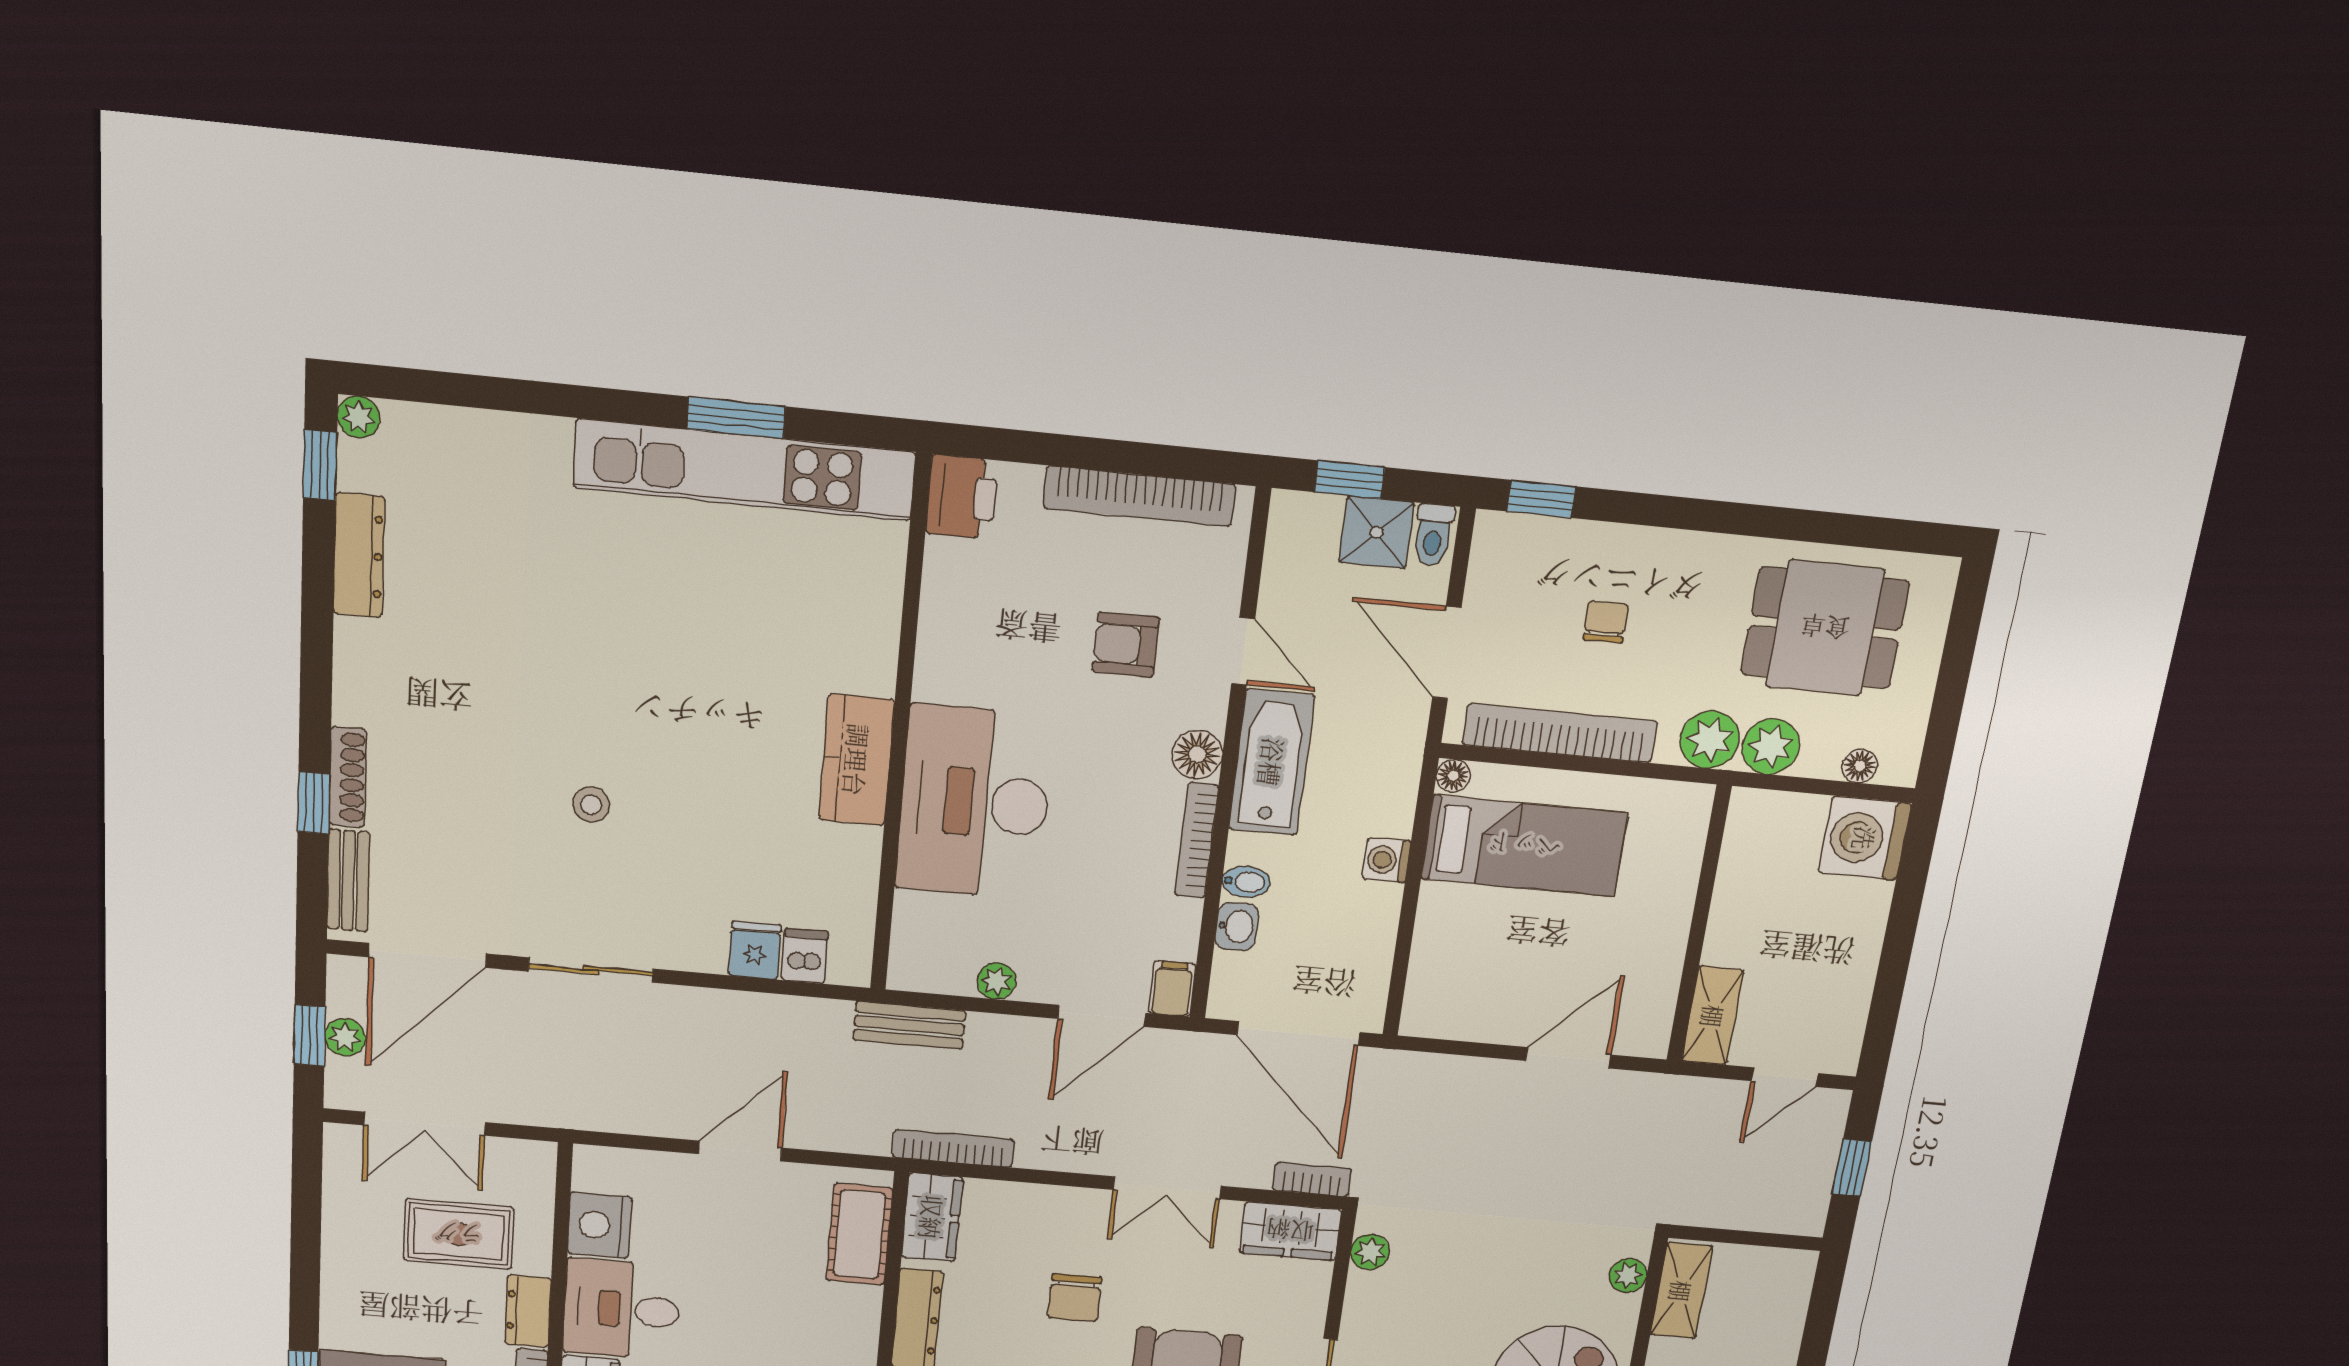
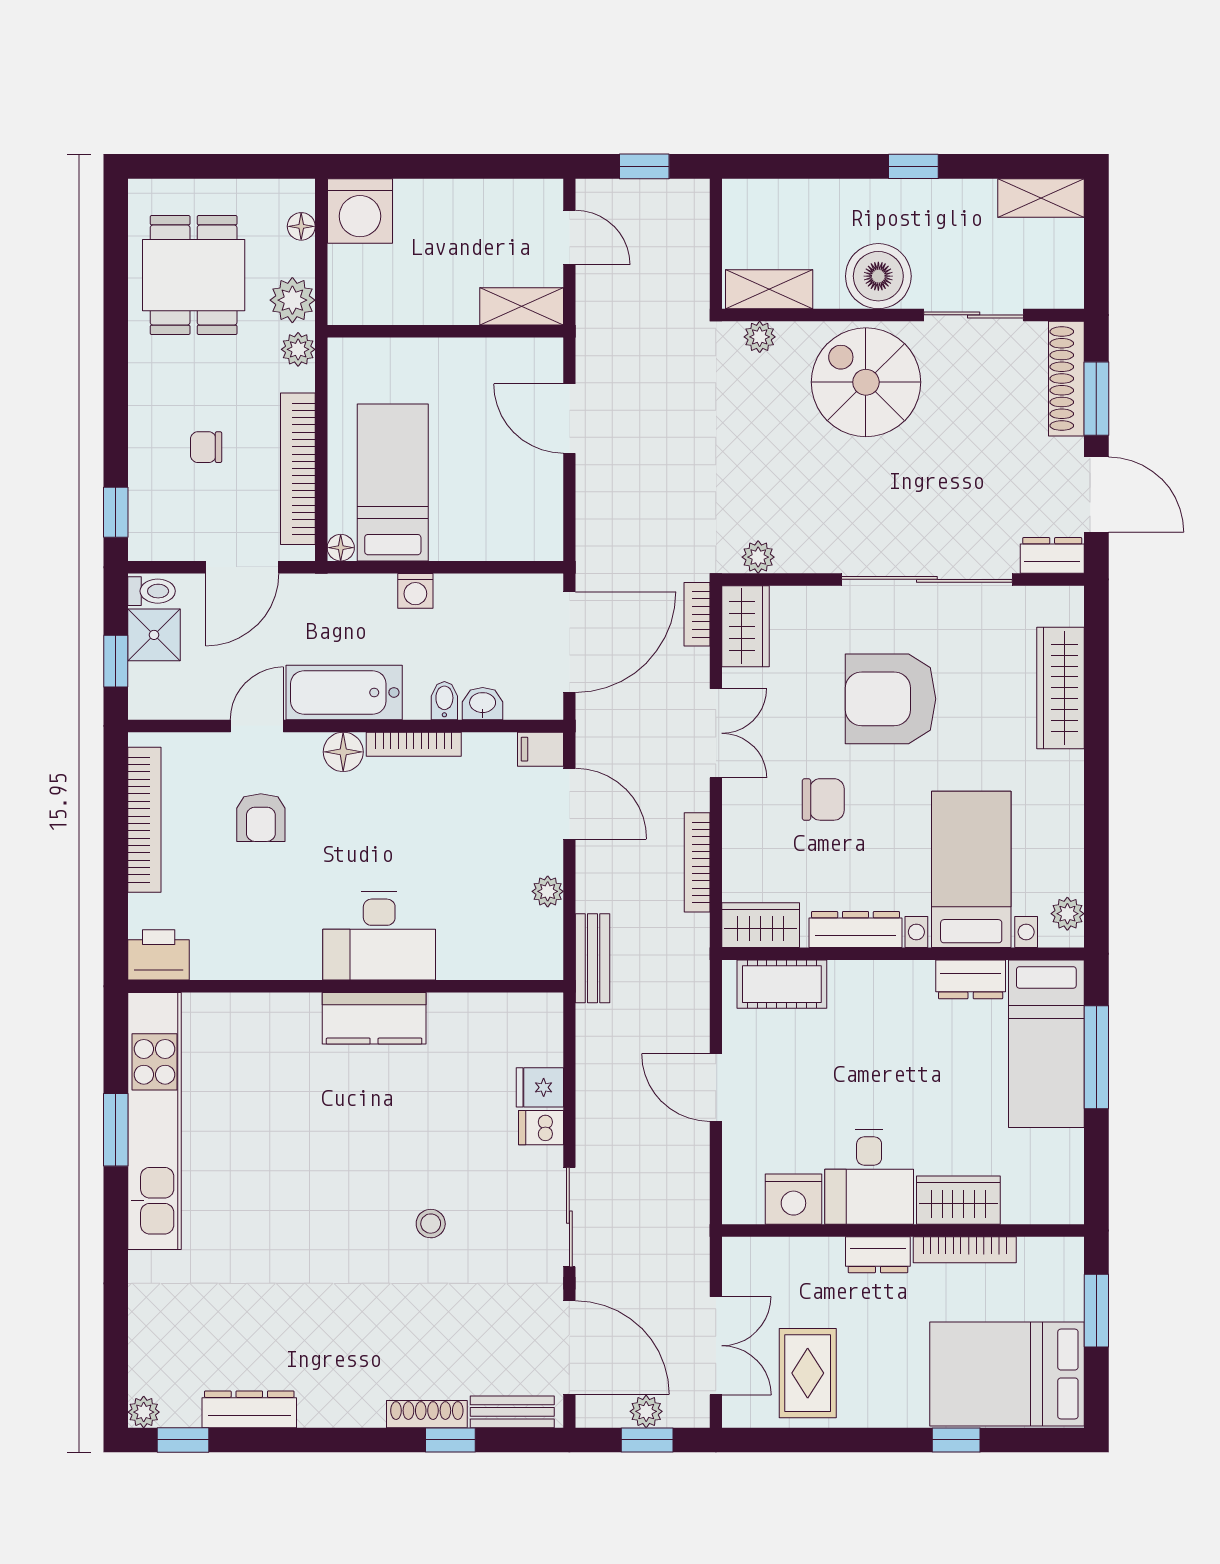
plant: (1710, 740) -> (298, 349), width x0.73, depth x0.73
desk: (975, 803) -> (379, 936), width x0.73, depth x0.77
dishwasher: (805, 956) -> (541, 1128), moved
bookcase: (953, 1148) -> (697, 862), moved
rug: (459, 1234) -> (808, 1373), moved

